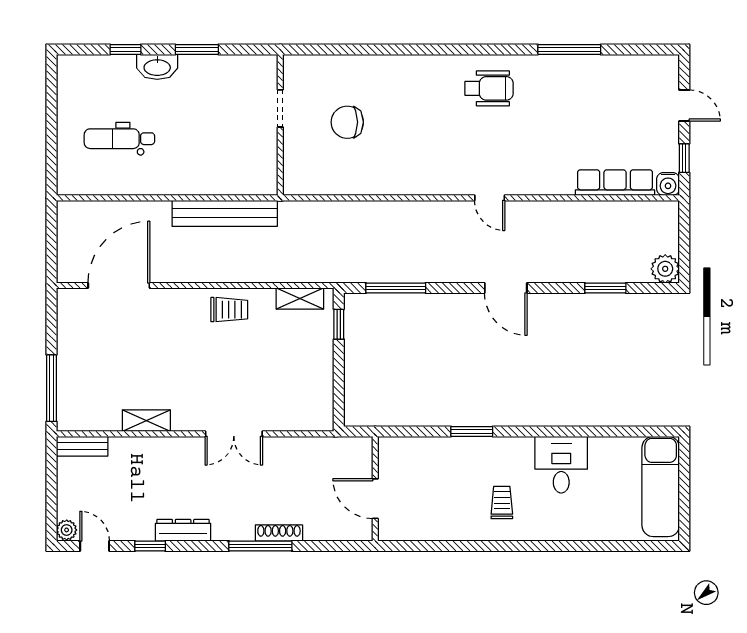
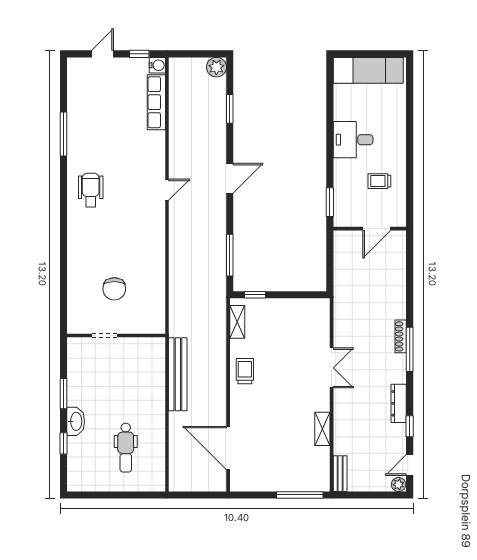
wall: (375, 489) -> (370, 229), moved
door: (375, 499) -> (377, 229), moved

